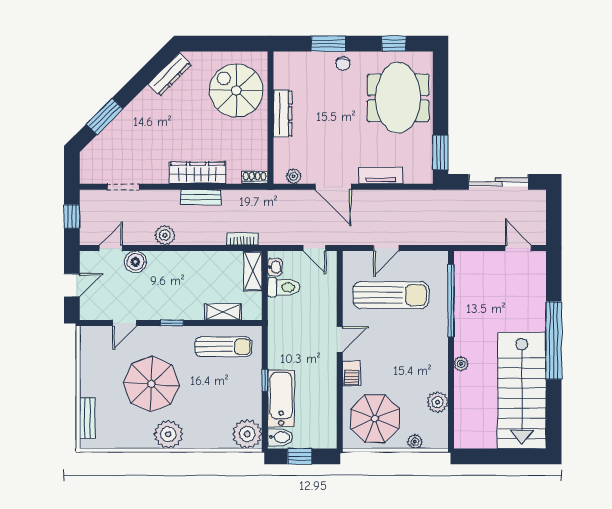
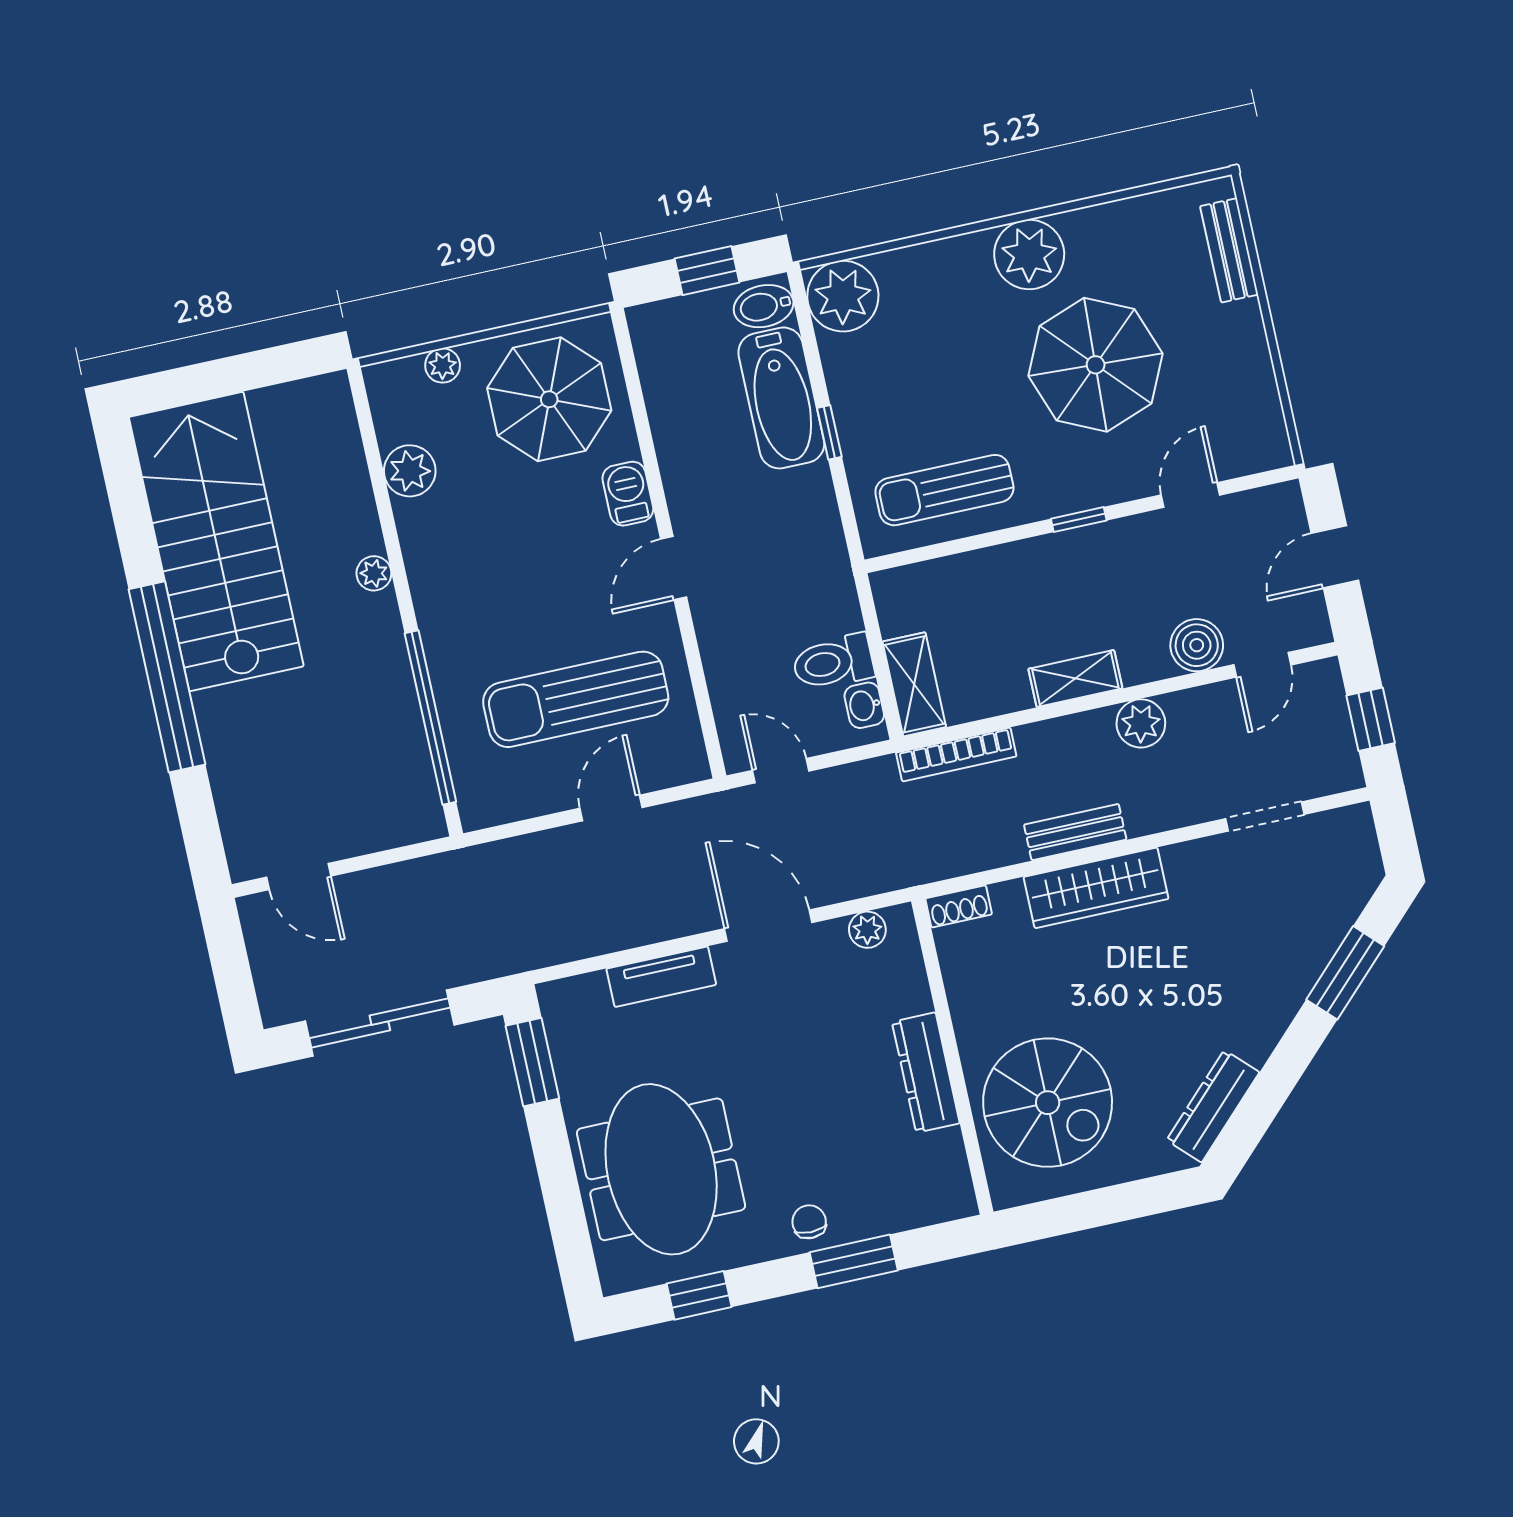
bookcase: (242, 239) -> (956, 755), width x1.56
shelving: (223, 312) -> (1075, 679), moved

